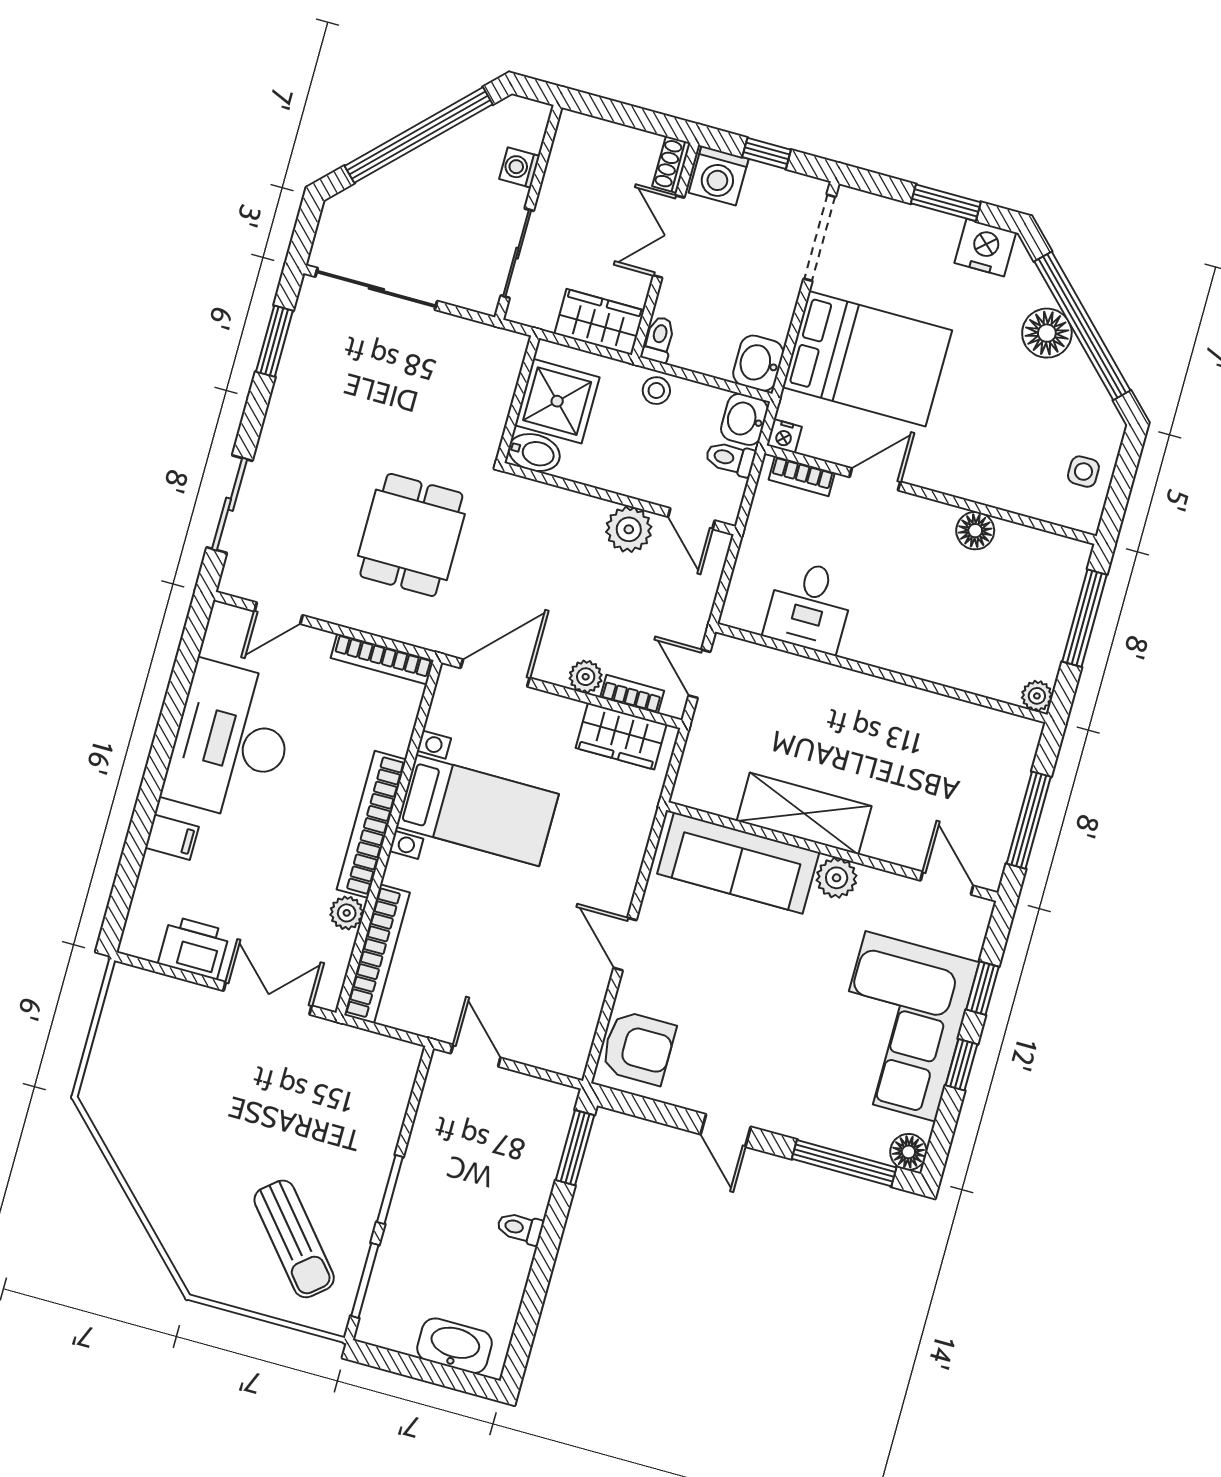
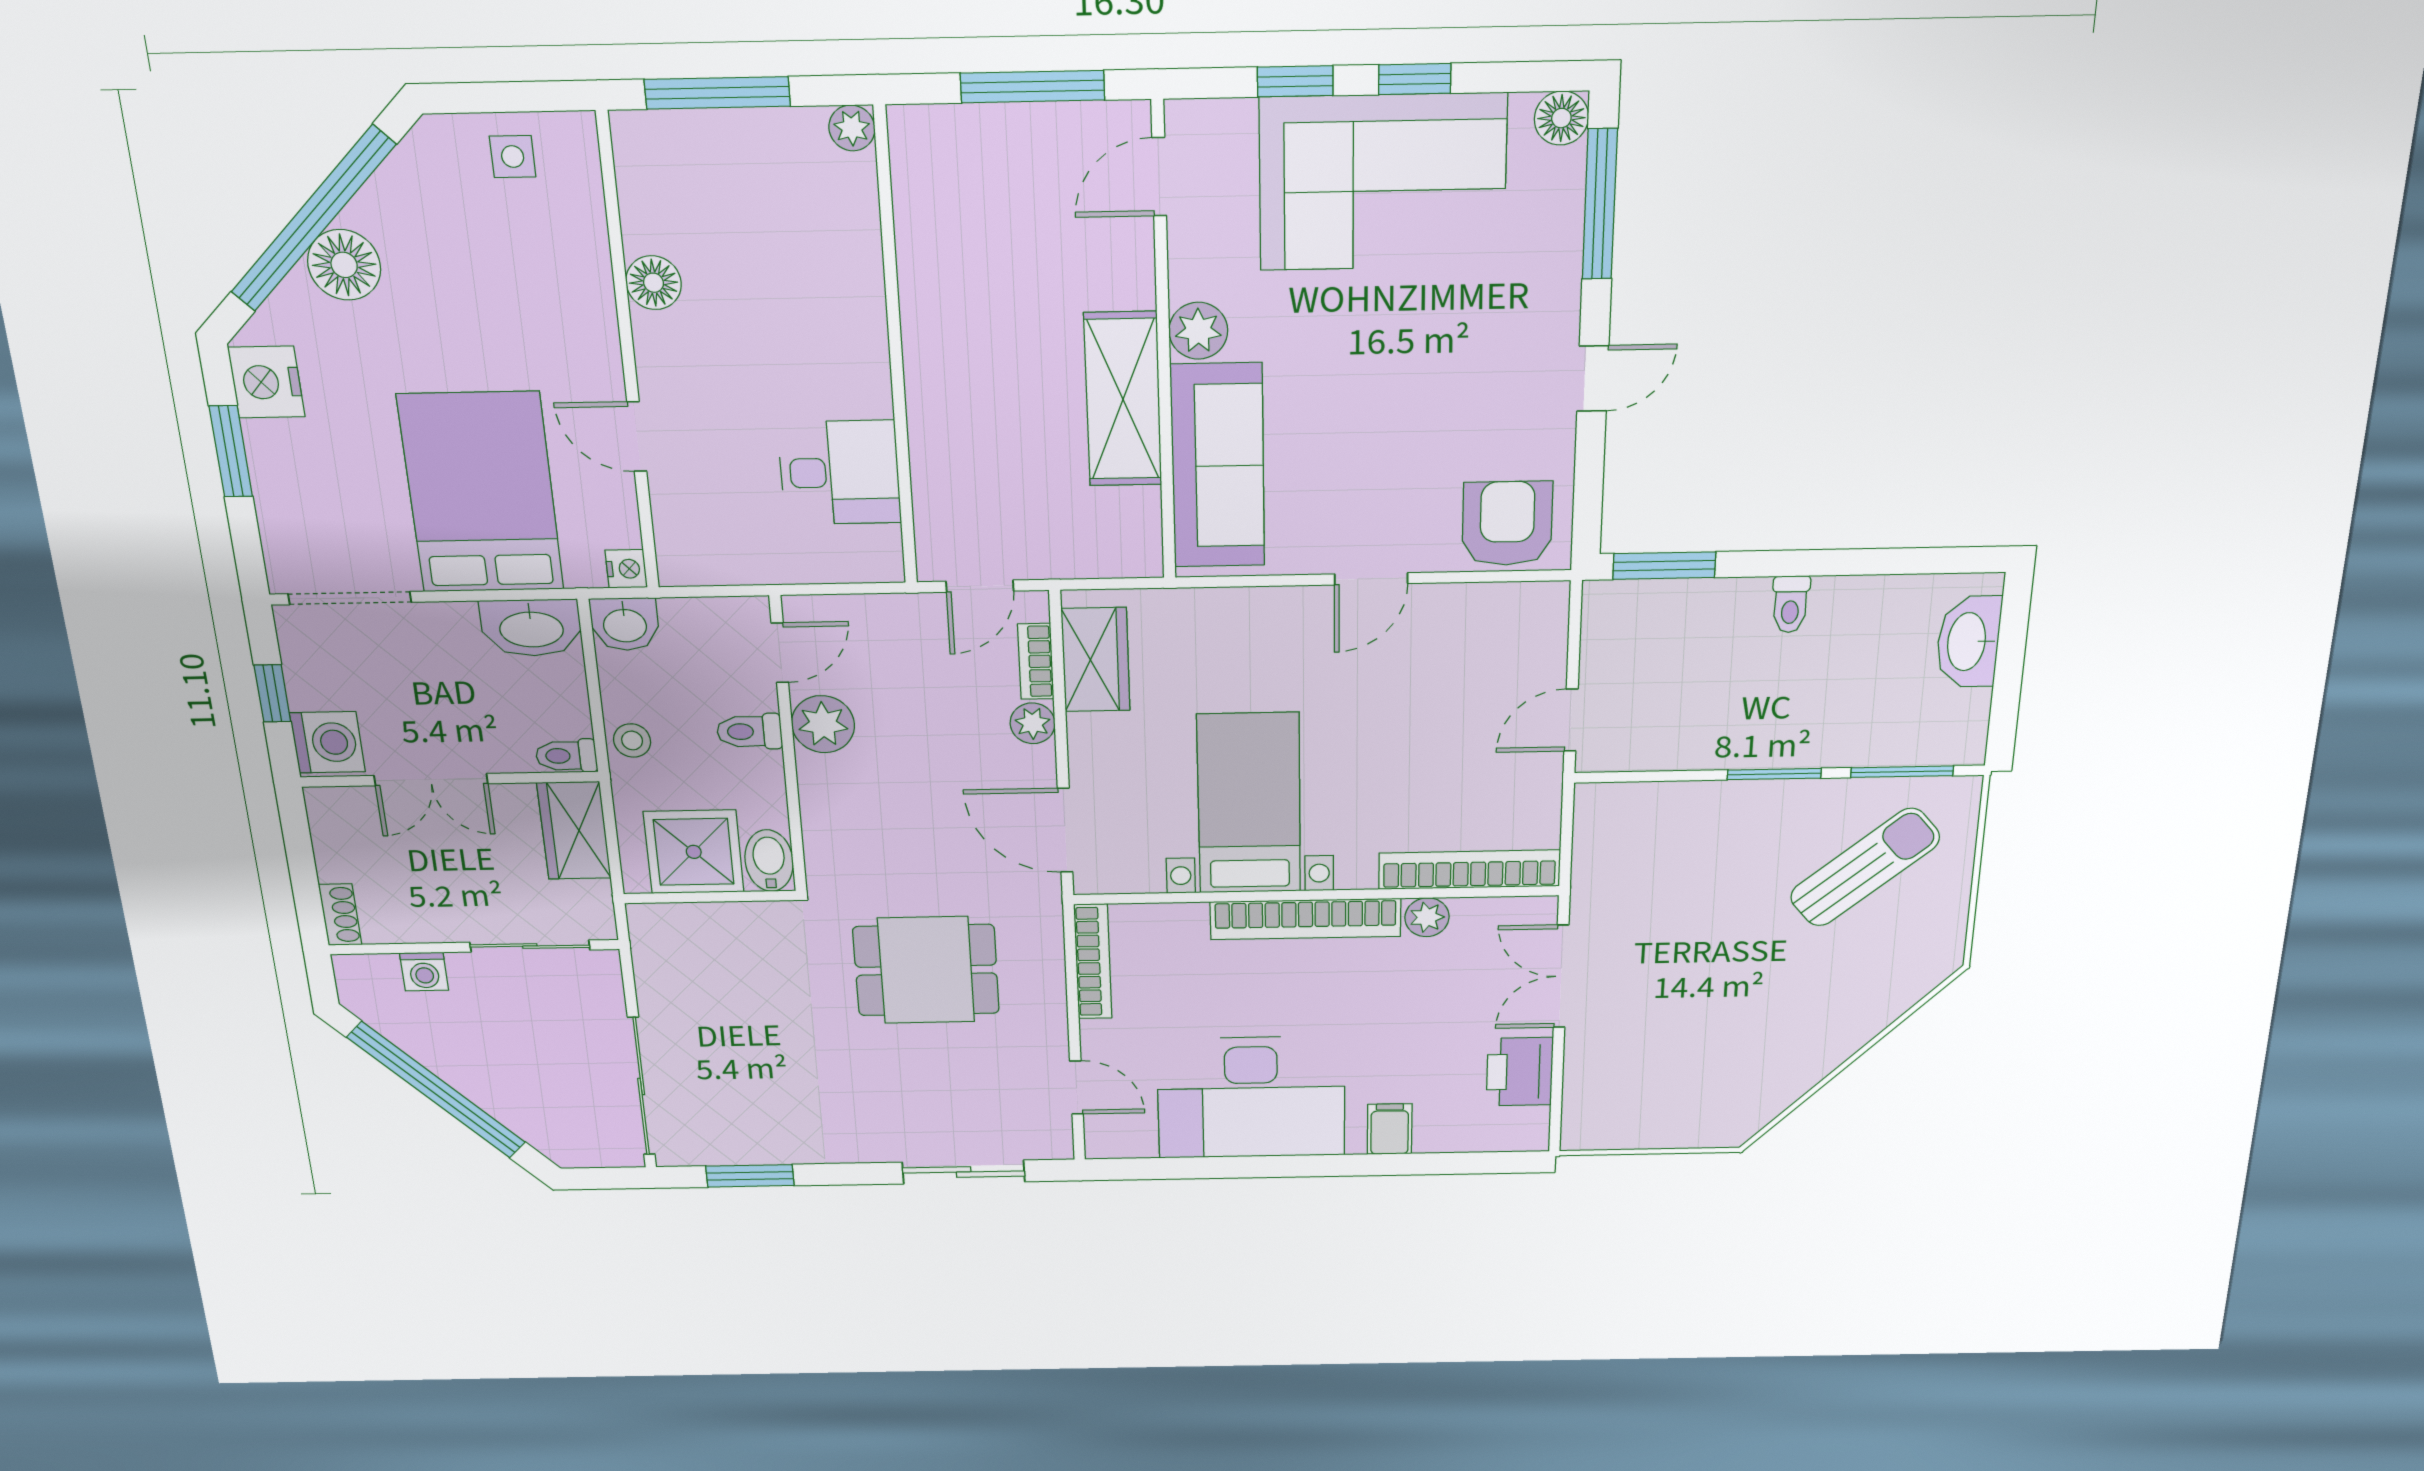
shoe rack: (671, 165) -> (340, 915), moved, turned -90
washbasin: (758, 363) -> (531, 628), width x1.38
toilet: (730, 459) -> (749, 731), moved, turned 90
bookcase: (802, 476) -> (670, 532), removed

